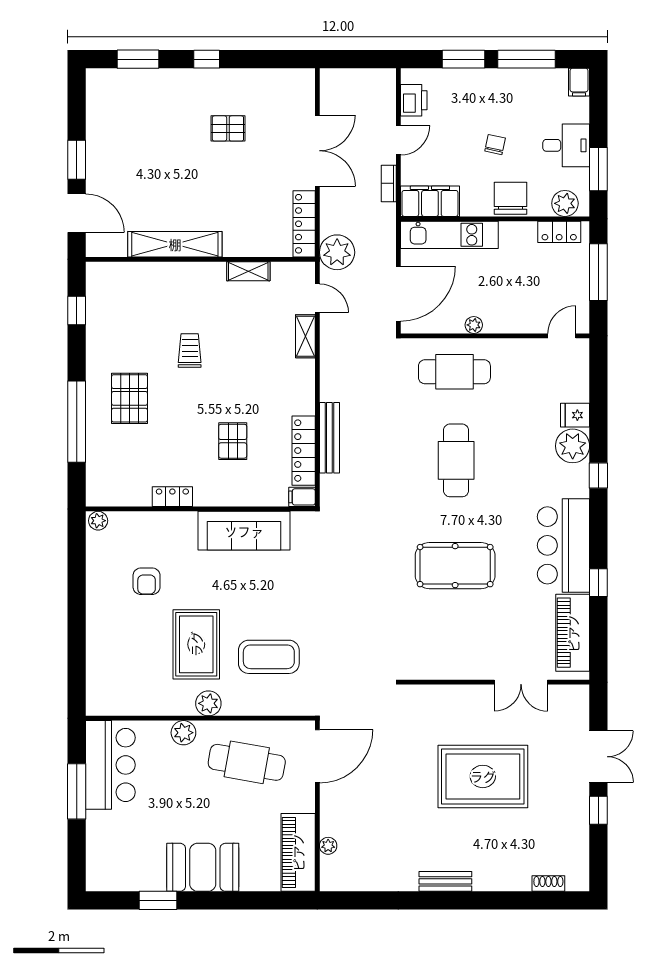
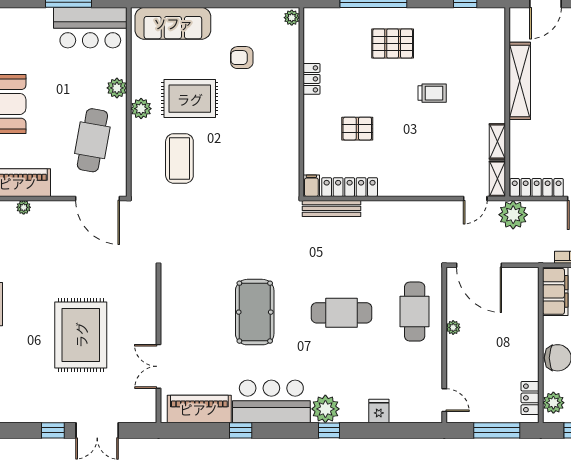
kitchen unit: (449, 235) -> (528, 307), removed
shelving: (305, 336) -> (497, 179), moved, turned 90
bench: (329, 438) -> (332, 208), moved
plant: (573, 446) -> (325, 409), moved
sofa: (244, 531) -> (173, 23), moved, turned -90

